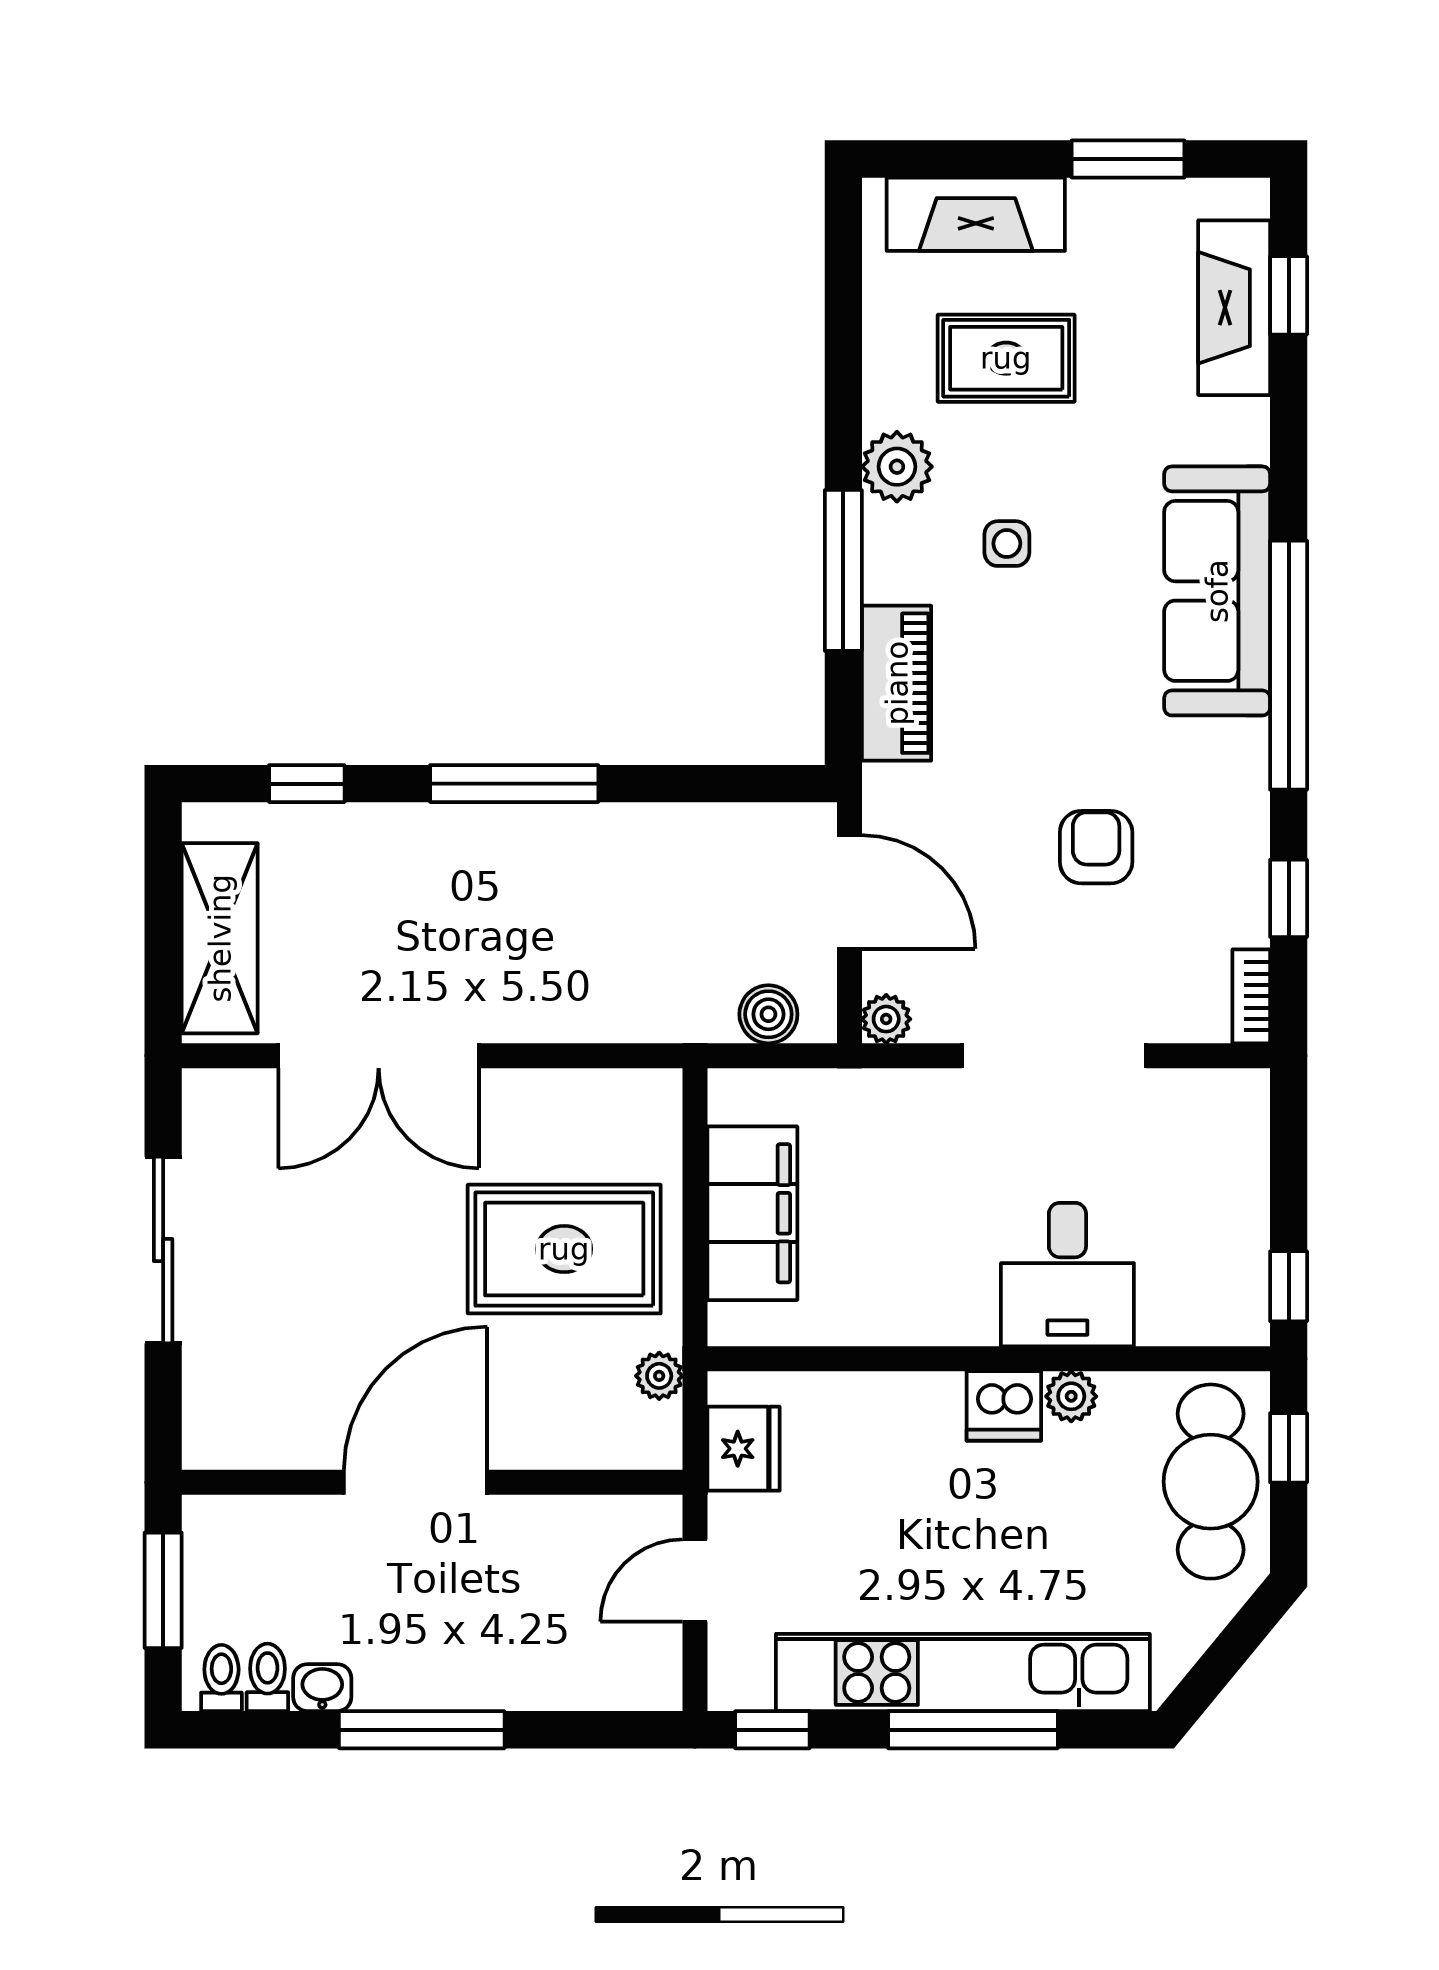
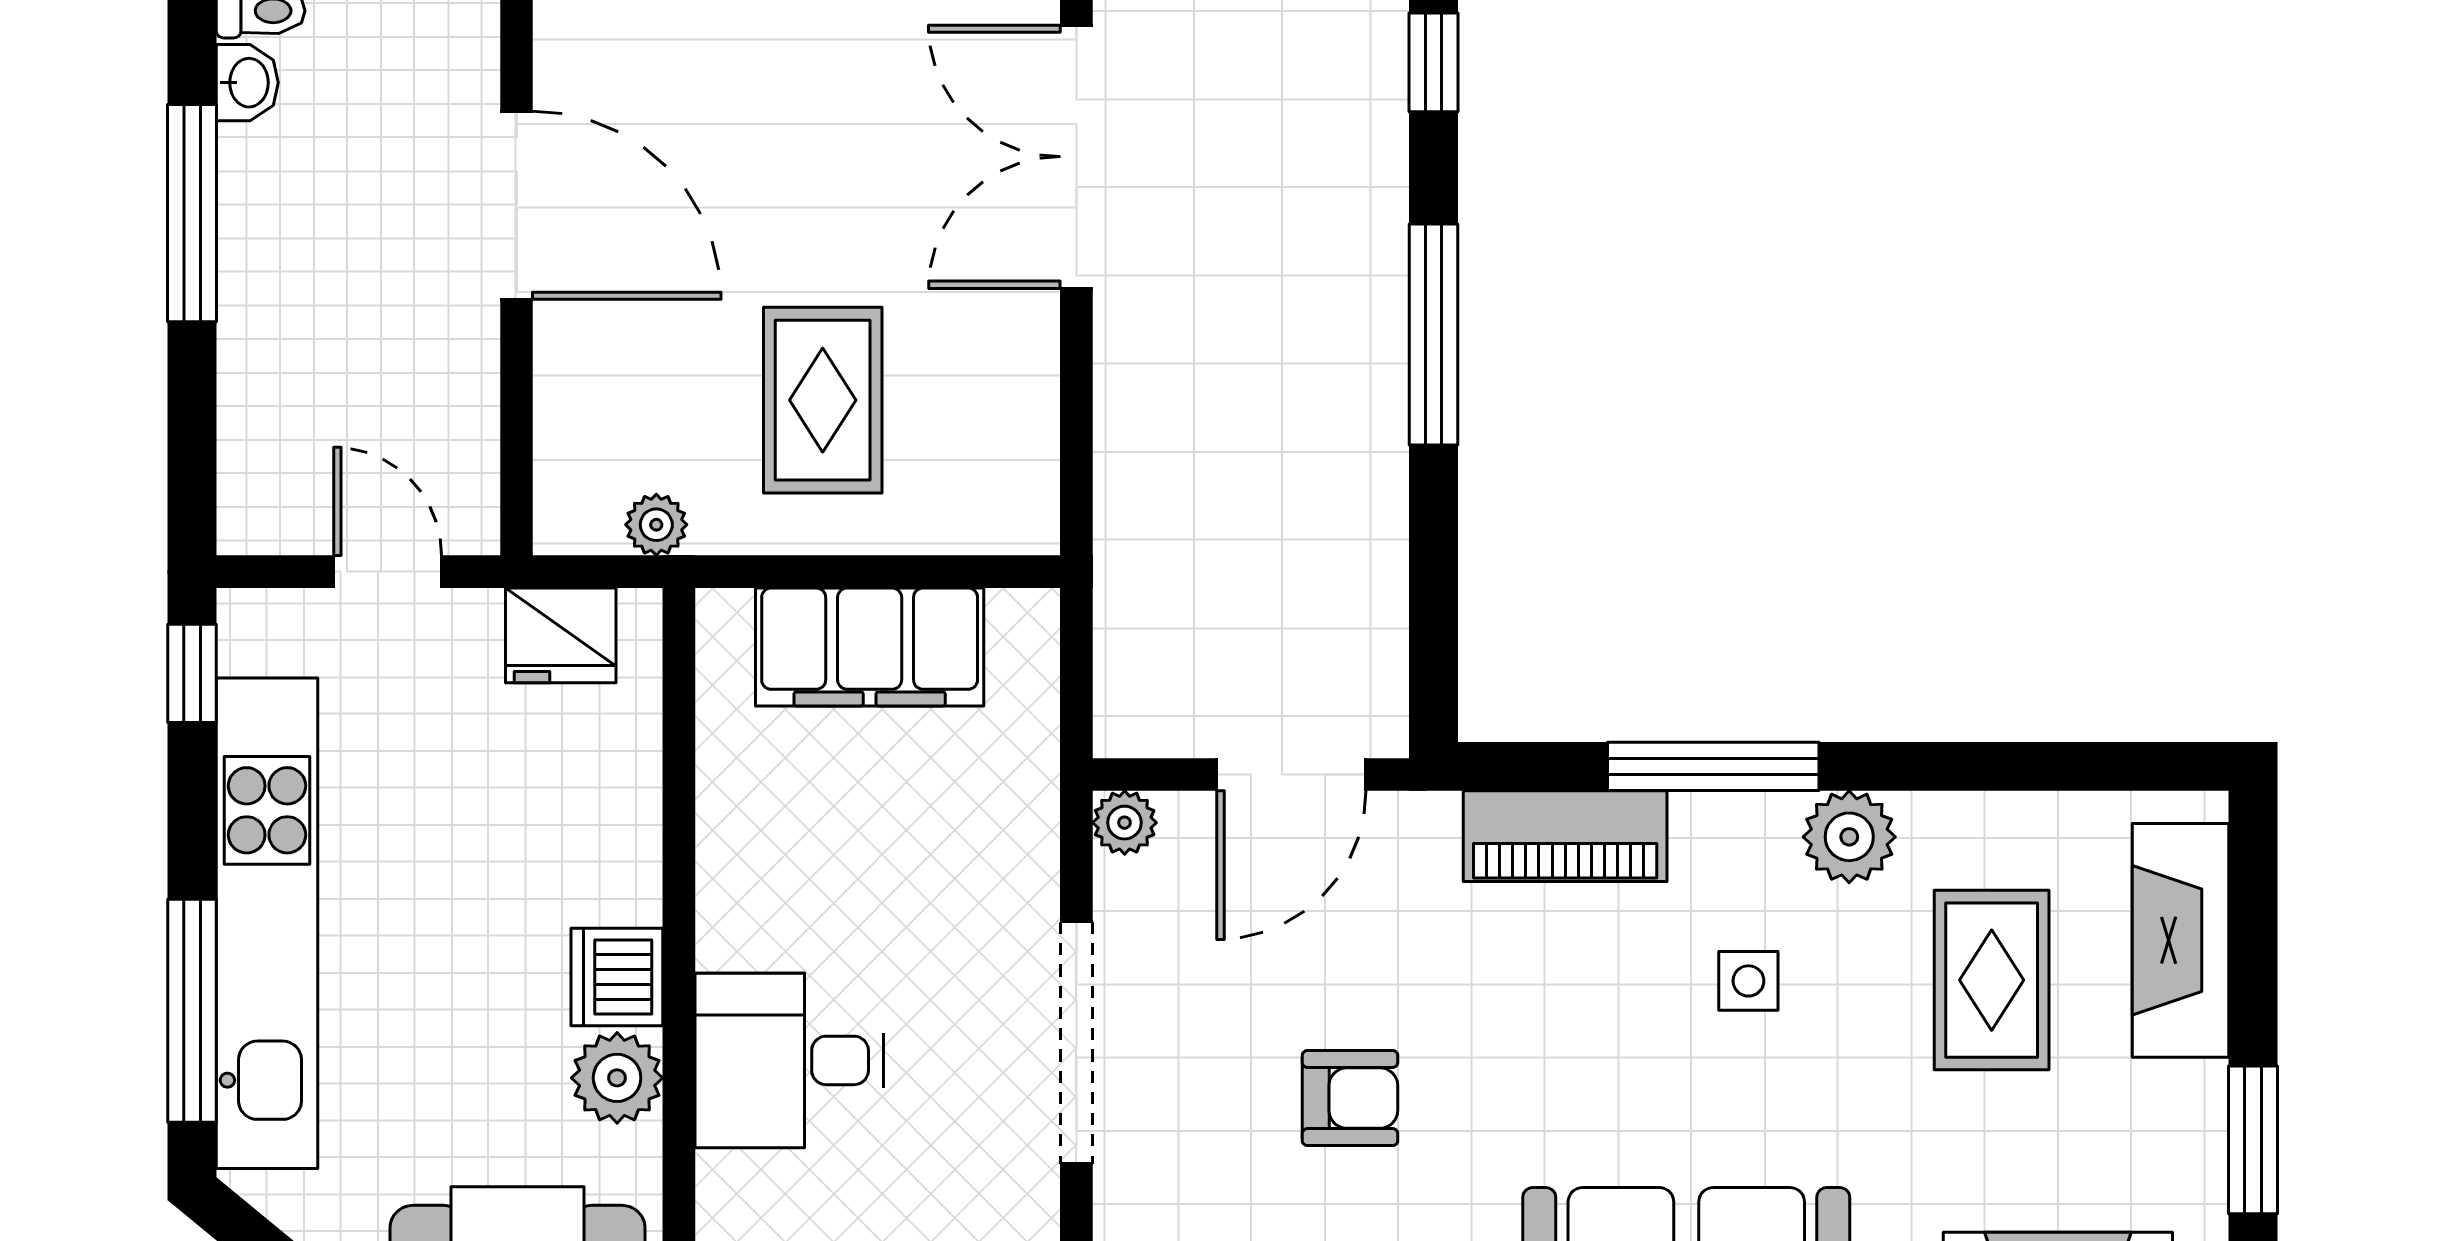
boiler: (768, 1014) -> (1131, 668), removed
rug: (564, 1249) -> (823, 400), width x0.73, depth x0.70
plant: (1071, 1396) -> (617, 1078), width x1.38, depth x1.38
window: (973, 1730) -> (192, 1011), moved

